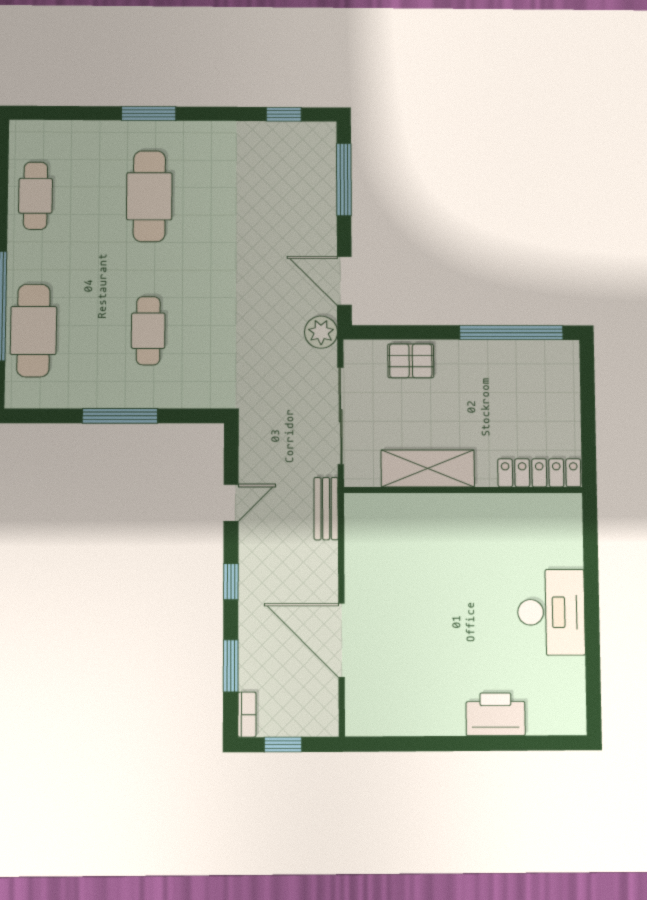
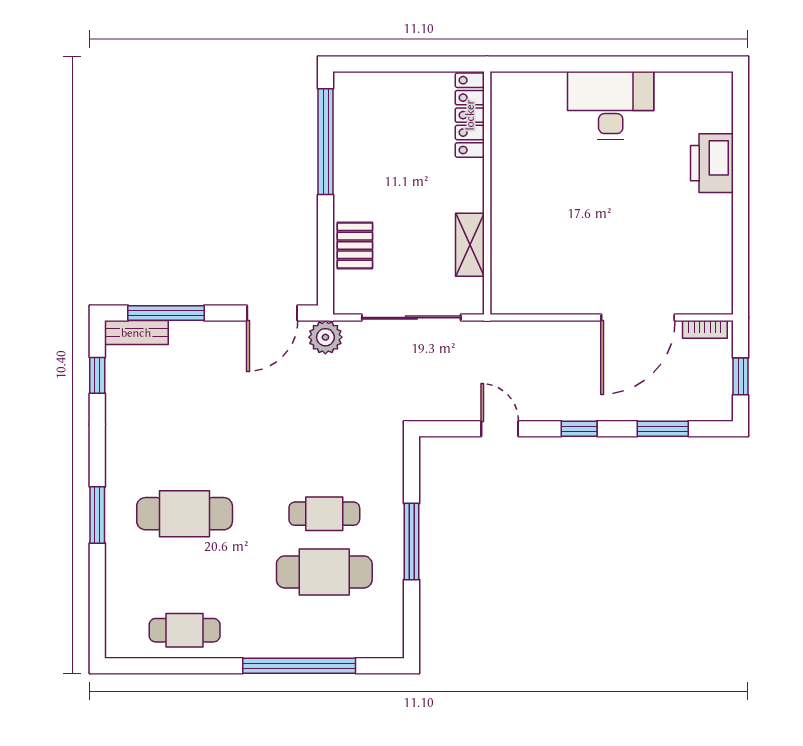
cafe table: (33, 331) -> (324, 572), moved
shelving: (428, 468) -> (470, 245), width x0.67, depth x0.75
bench: (326, 509) -> (136, 333), moved
bookcase: (247, 715) -> (705, 329), moved, turned 180

